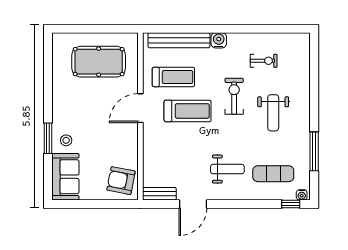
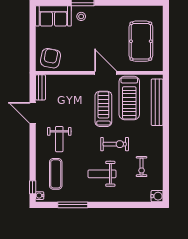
water cooler: (219, 40) -> (157, 196), moved
treadmill: (173, 77) -> (129, 98), width x1.37, depth x1.38
treadmill: (188, 111) -> (103, 109), turned 180

